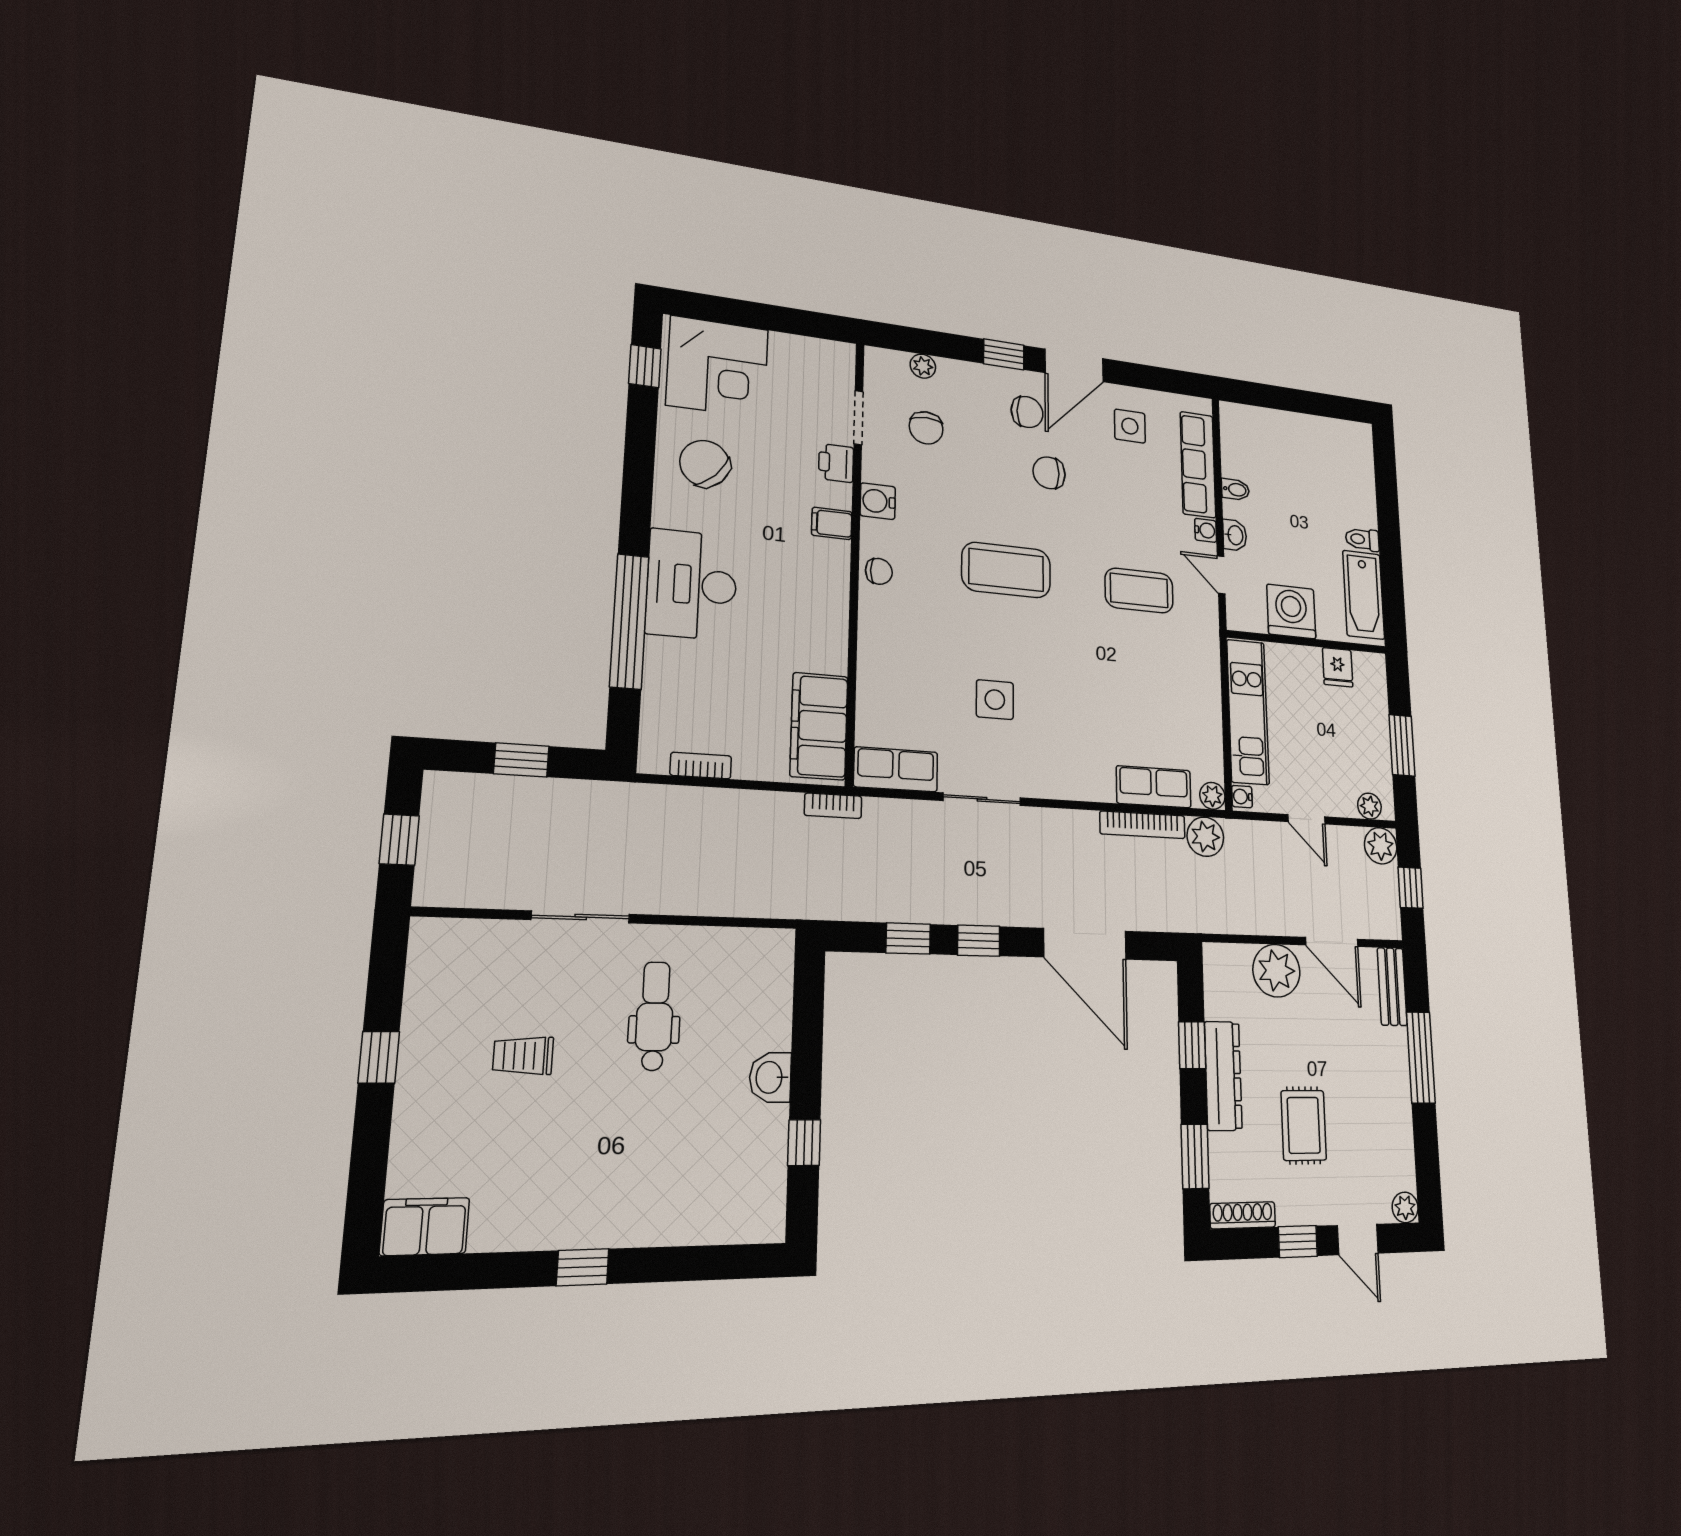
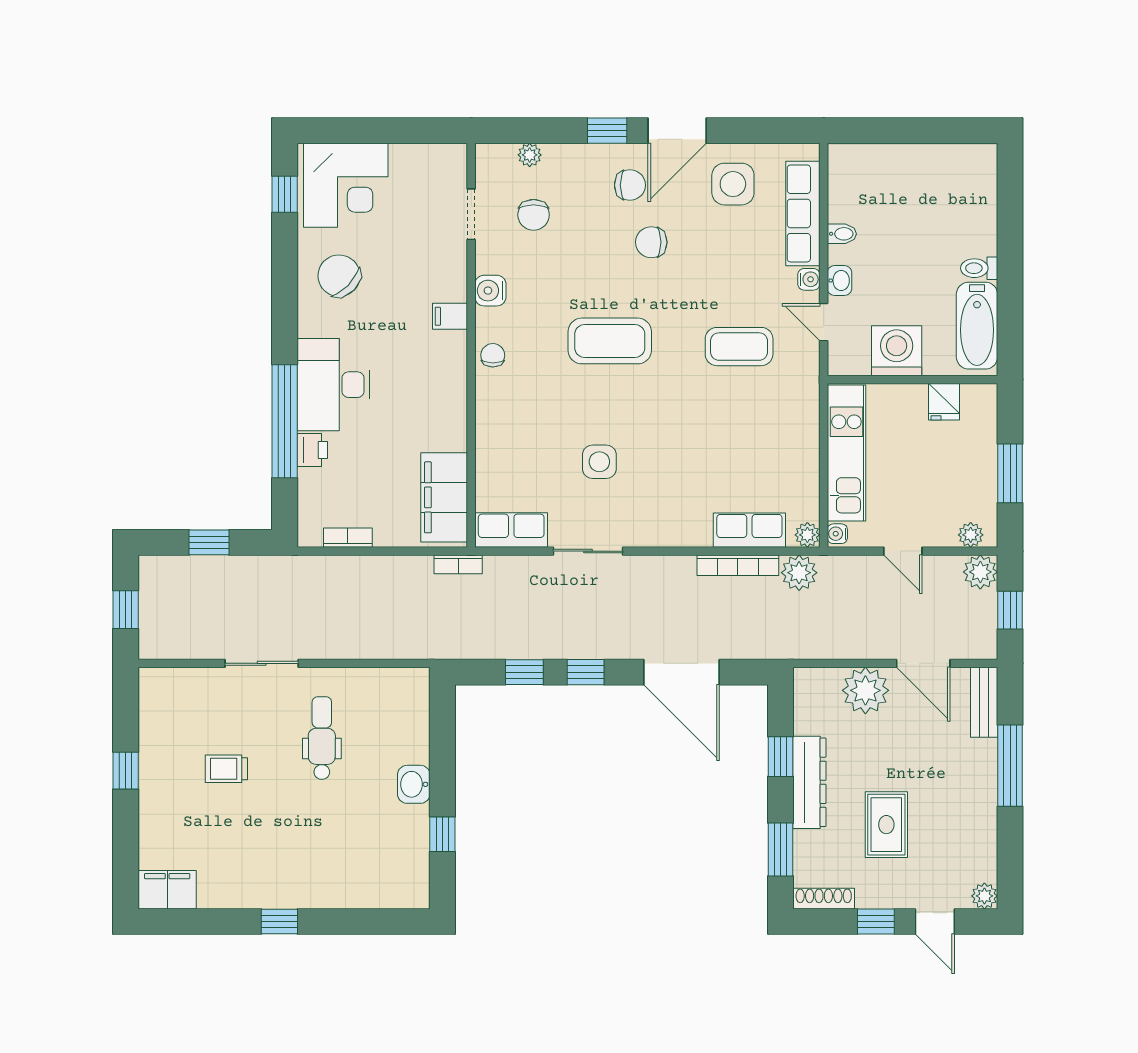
side table: (1130, 426) -> (733, 184), width x1.37, depth x1.37
printer: (836, 463) -> (312, 450), moved, turned 180
chair: (879, 571) -> (493, 355), turned -89

